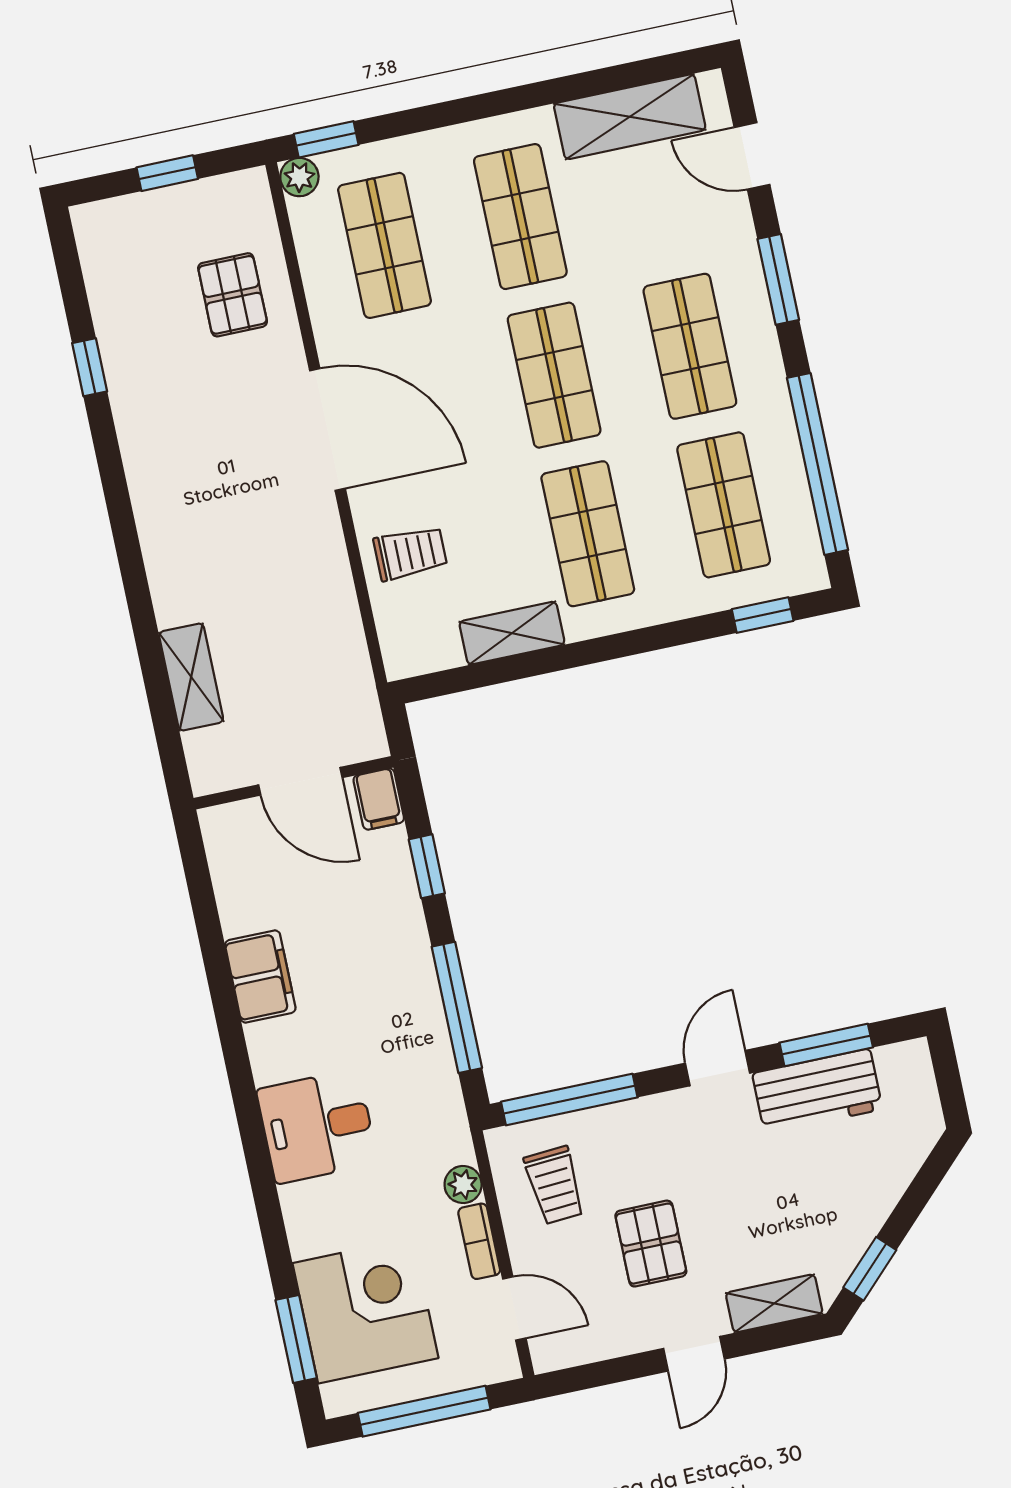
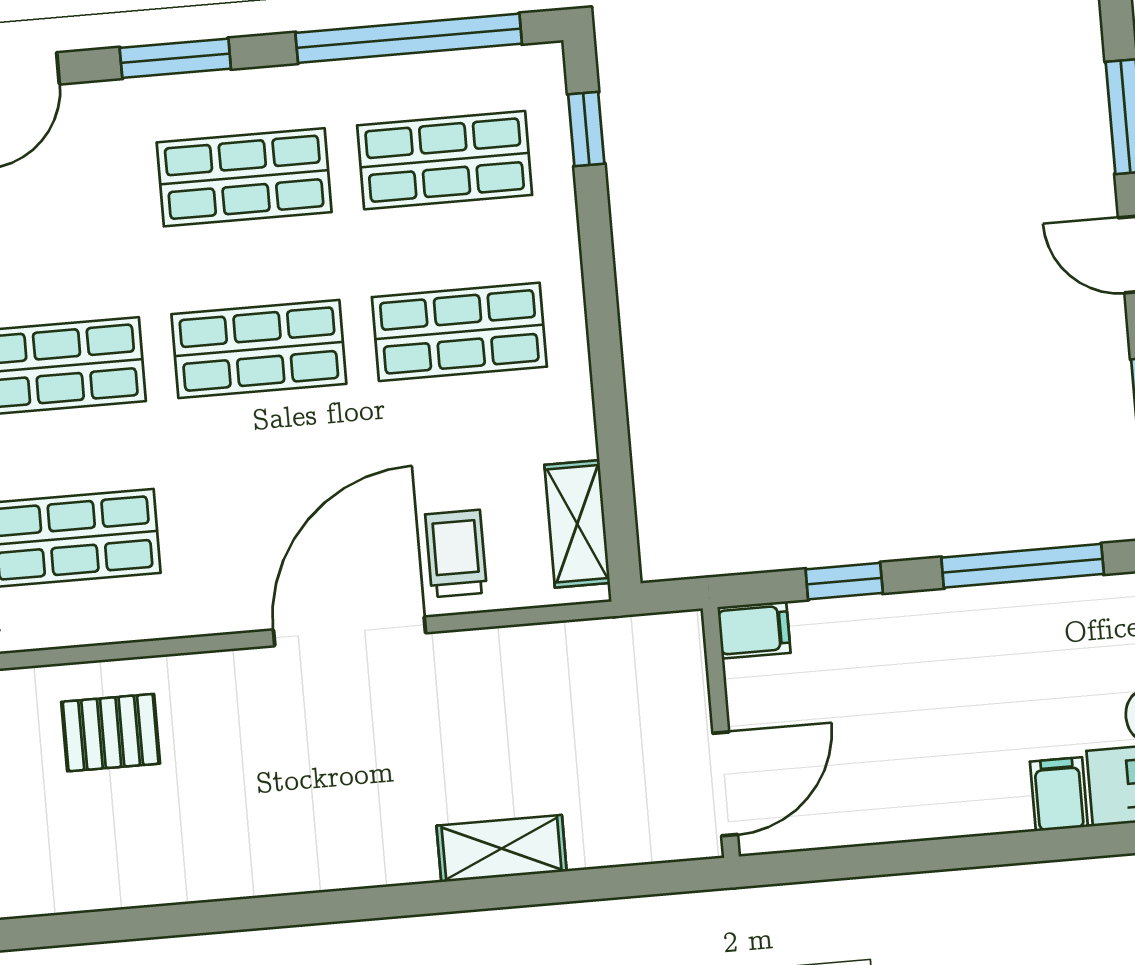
window: (90, 367) -> (178, 920), removed
door: (328, 429) -> (349, 631), moved
shelving: (512, 633) -> (577, 524), moved
shelving: (191, 677) -> (502, 849), moved
door: (300, 781) -> (725, 784), moved
filing cabinet: (260, 976) -> (1059, 794), moved, width x0.50

